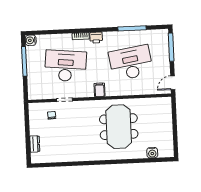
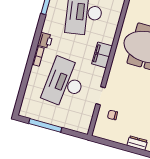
water cooler: (31, 40) -> (25, 111), removed
filing cabinet: (100, 90) -> (102, 55), width x2.00

